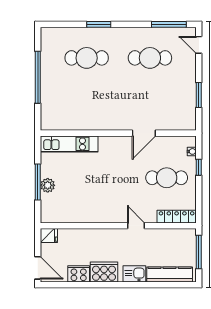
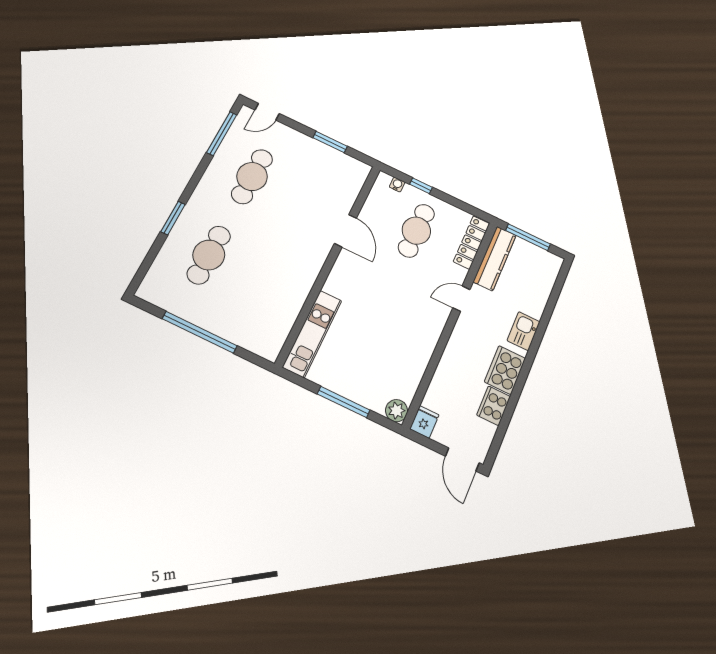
plant: (48, 185) -> (397, 411), moved
door: (38, 268) -> (462, 459), swing flipped
kitchen counter: (170, 275) -> (495, 258), moved, turned 180

